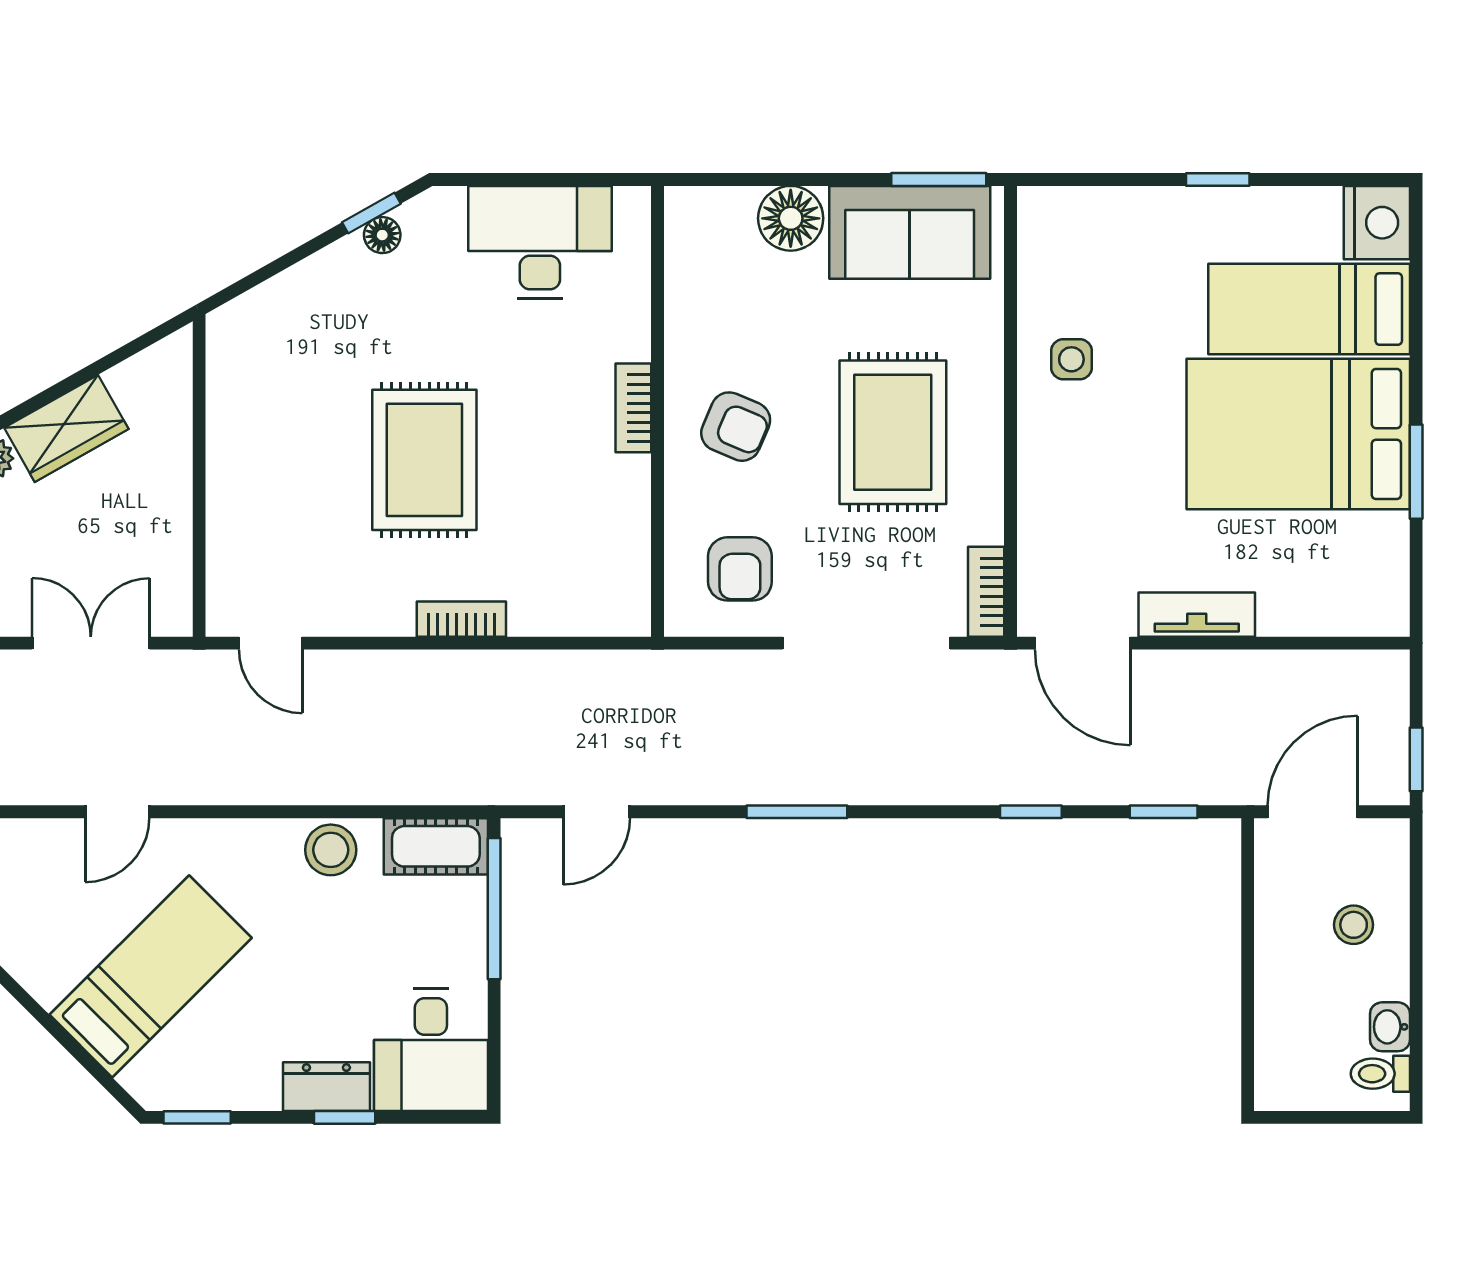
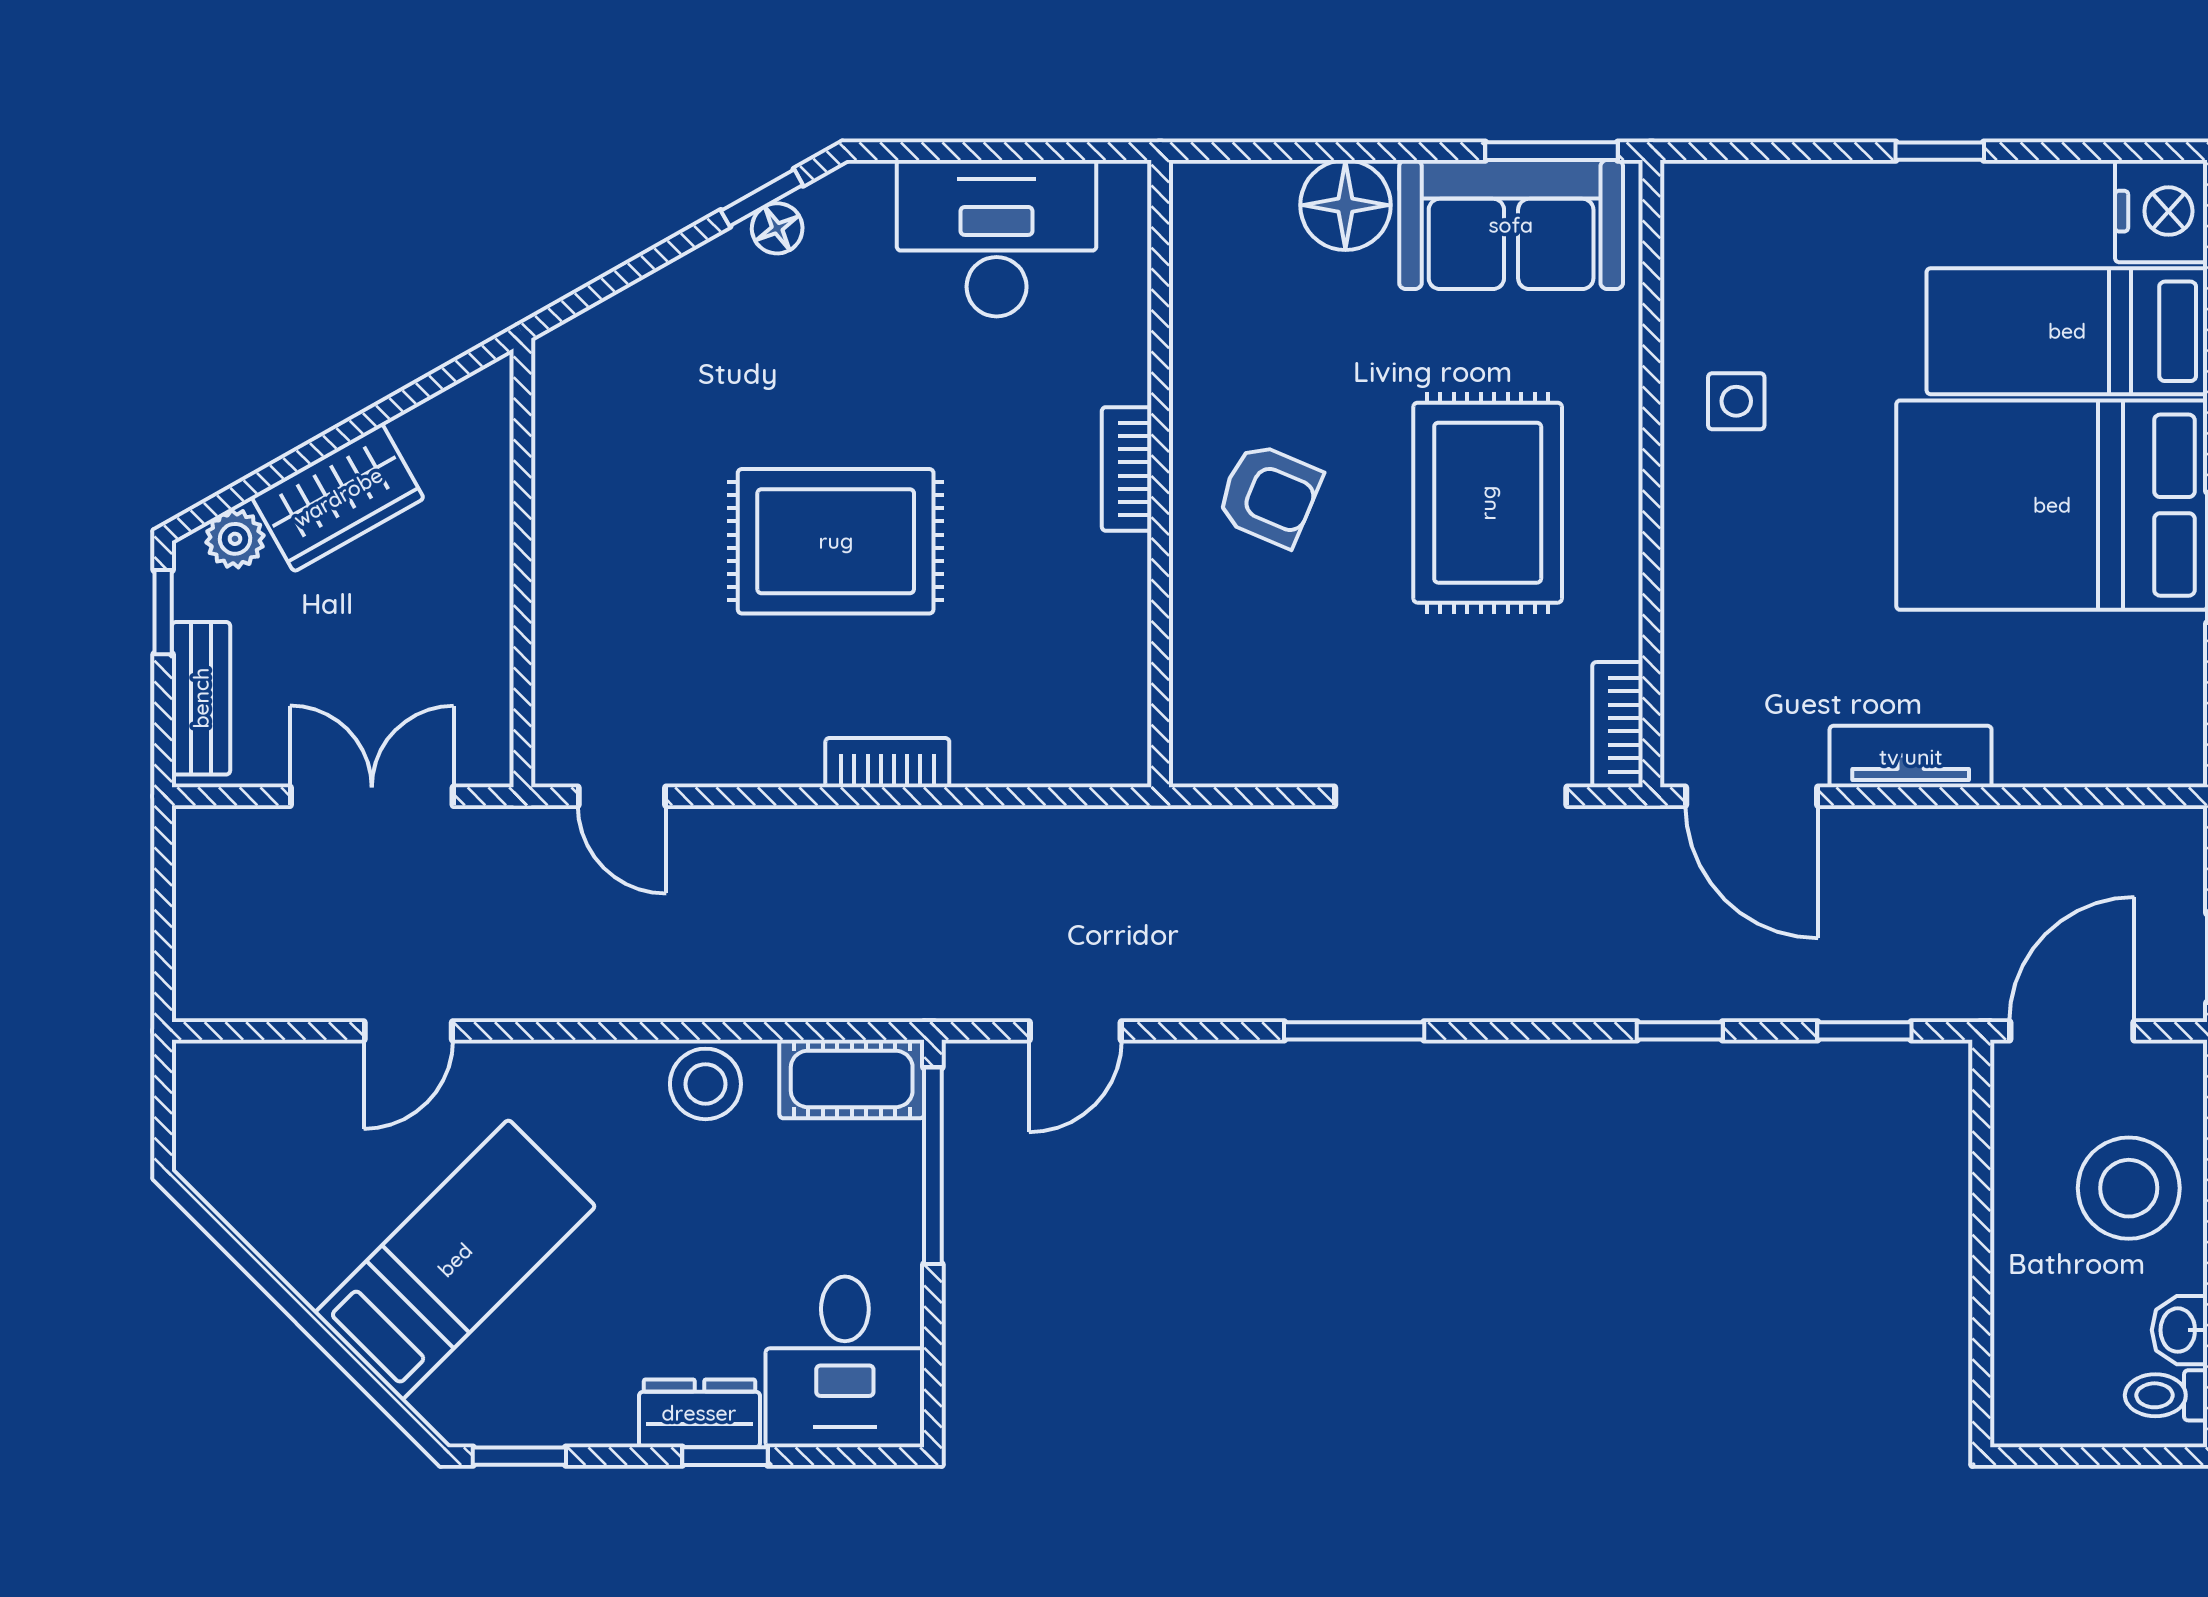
rug: (424, 460) -> (836, 541), turned 90
armchair: (740, 569) -> (1275, 693), removed
stool: (1354, 925) -> (2129, 1188), width x1.89, depth x1.89

